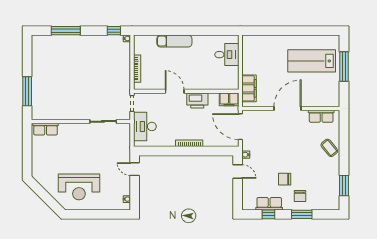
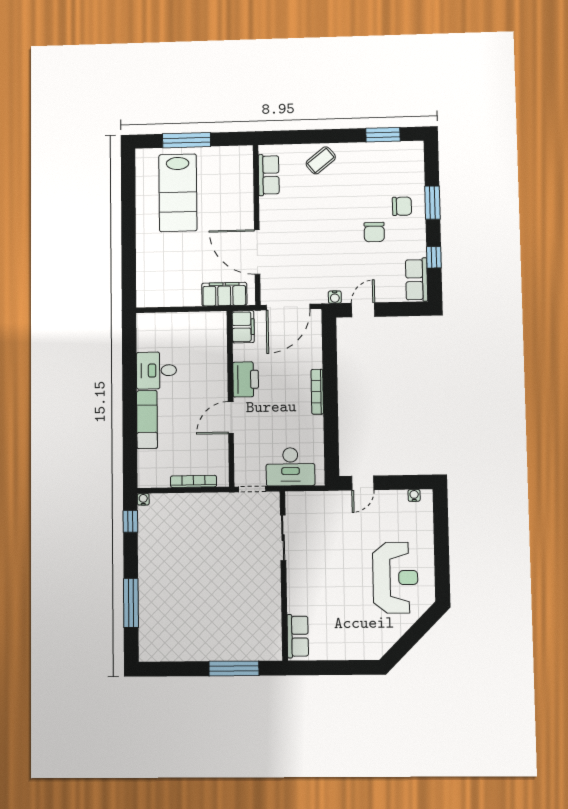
desk: (227, 55) -> (156, 370), moved, turned -90
door: (288, 109) -> (257, 252), moved
row of seats: (269, 204) -> (417, 280), moved

